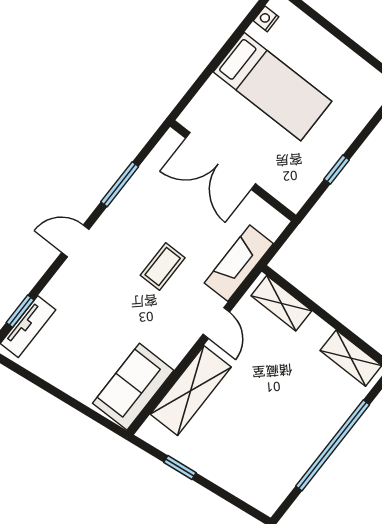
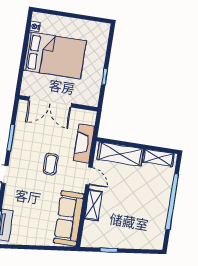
bed: (273, 87) -> (55, 55), width x1.50
shelving: (281, 303) -> (120, 154), width x1.50, depth x1.33
sofa: (133, 387) -> (69, 218), width x1.36
shelving: (191, 391) -> (93, 205), width x0.67, depth x0.75

